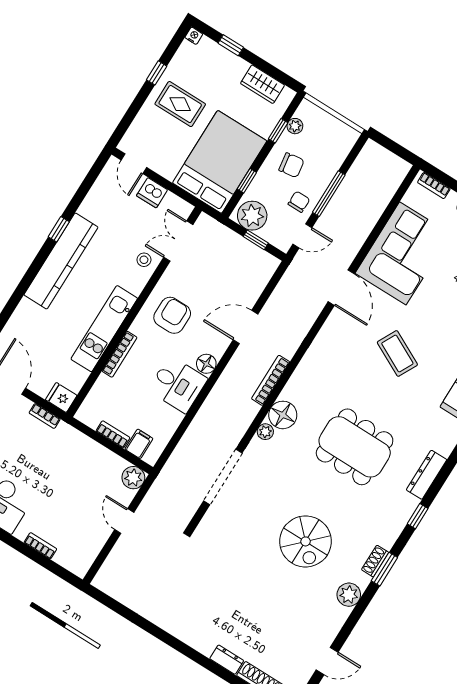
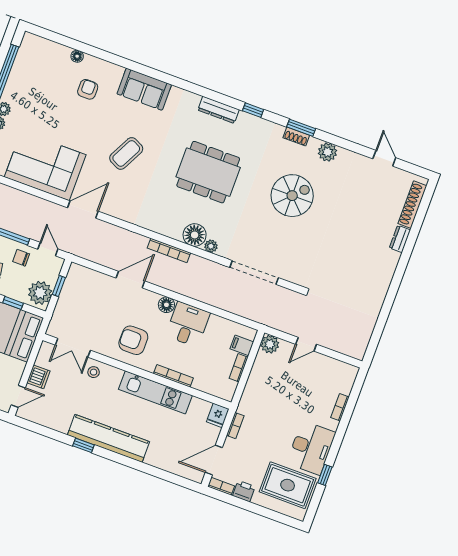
door: (246, 327) -> (130, 280), swing flipped
dining table: (355, 447) -> (208, 172), turned 90

